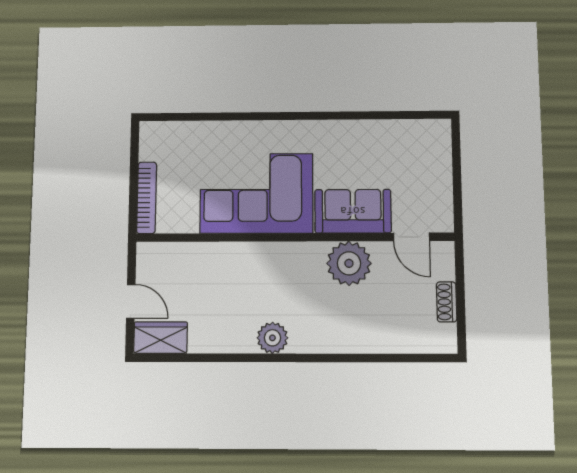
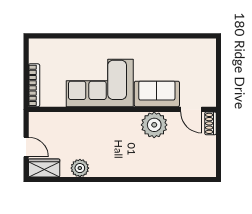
shoe rack: (447, 302) -> (210, 123), moved
plant: (272, 338) -> (80, 168), moved

